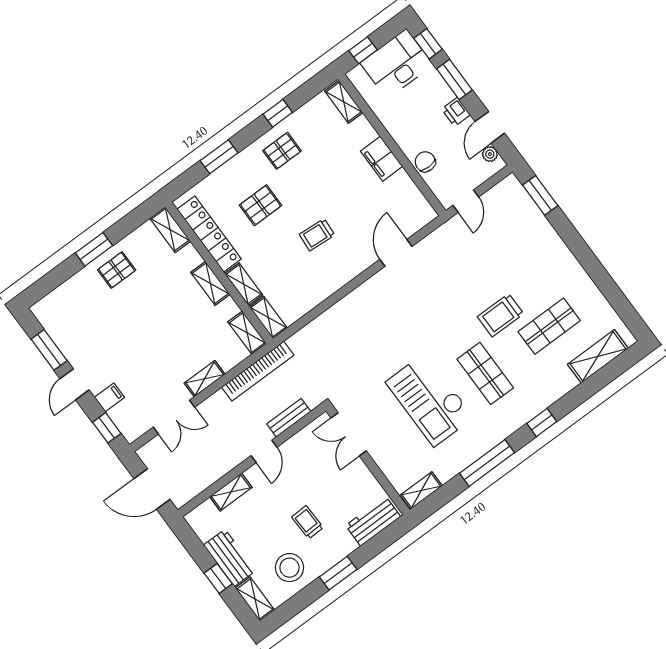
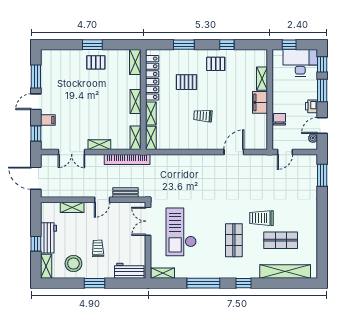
shelving: (344, 102) -> (262, 79), moved
shelving: (598, 356) -> (285, 271), width x1.47
checkout: (430, 400) -> (181, 232), moved

